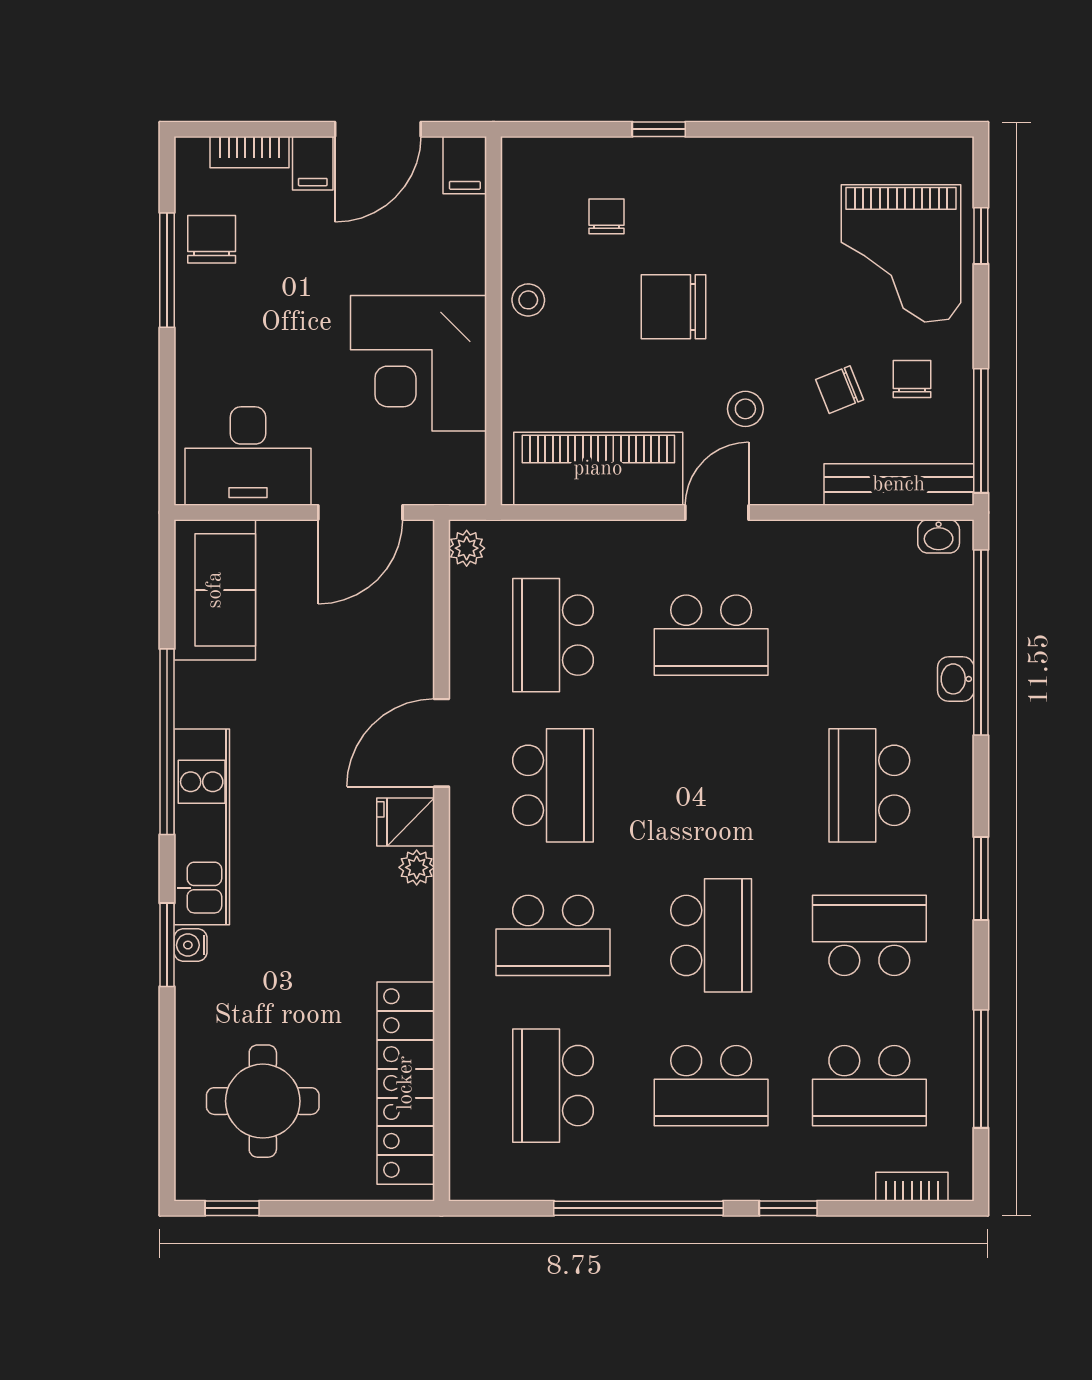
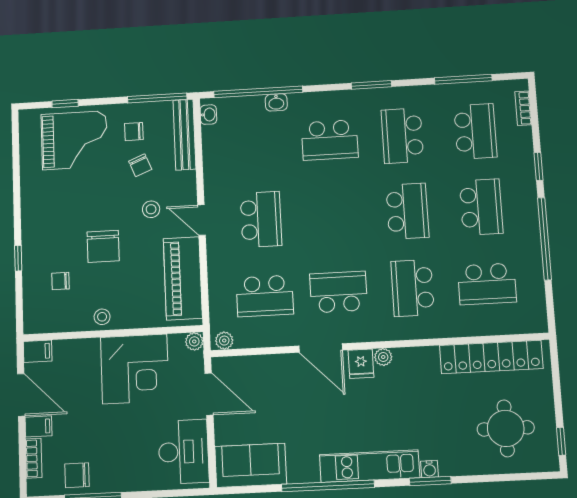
plant: (468, 487) -> (194, 341), added
school desk: (553, 935) -> (413, 288), turned 180
school desk: (711, 935) -> (407, 211), turned 90

